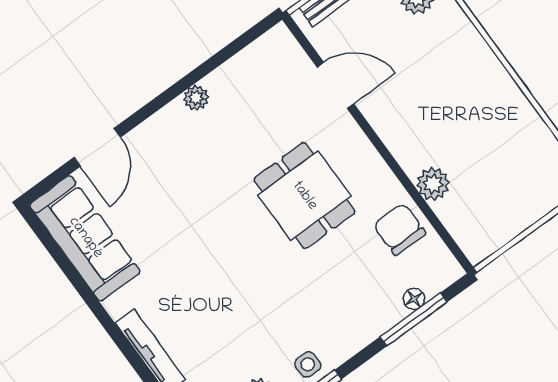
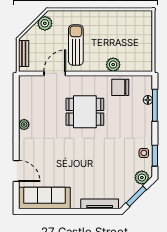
sun lounger: (418, 86) -> (76, 45), added

